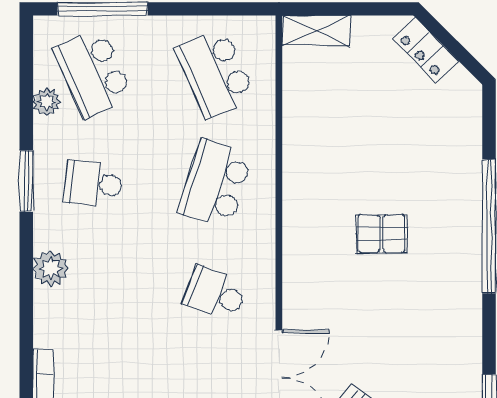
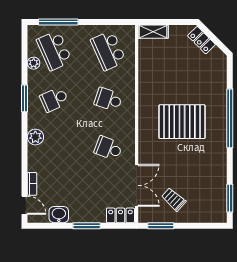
school desk: (93, 184) -> (54, 99), turned -30
school desk: (215, 184) -> (108, 99), width x0.54
pallet: (381, 234) -> (182, 122), width x2.05, depth x2.00

